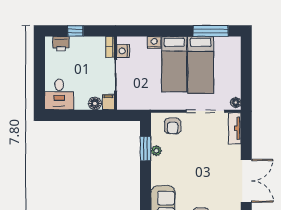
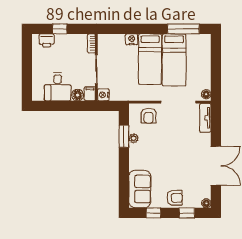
nightstand: (123, 51) -> (103, 95), moved
desk: (59, 94) -> (58, 87), moved

